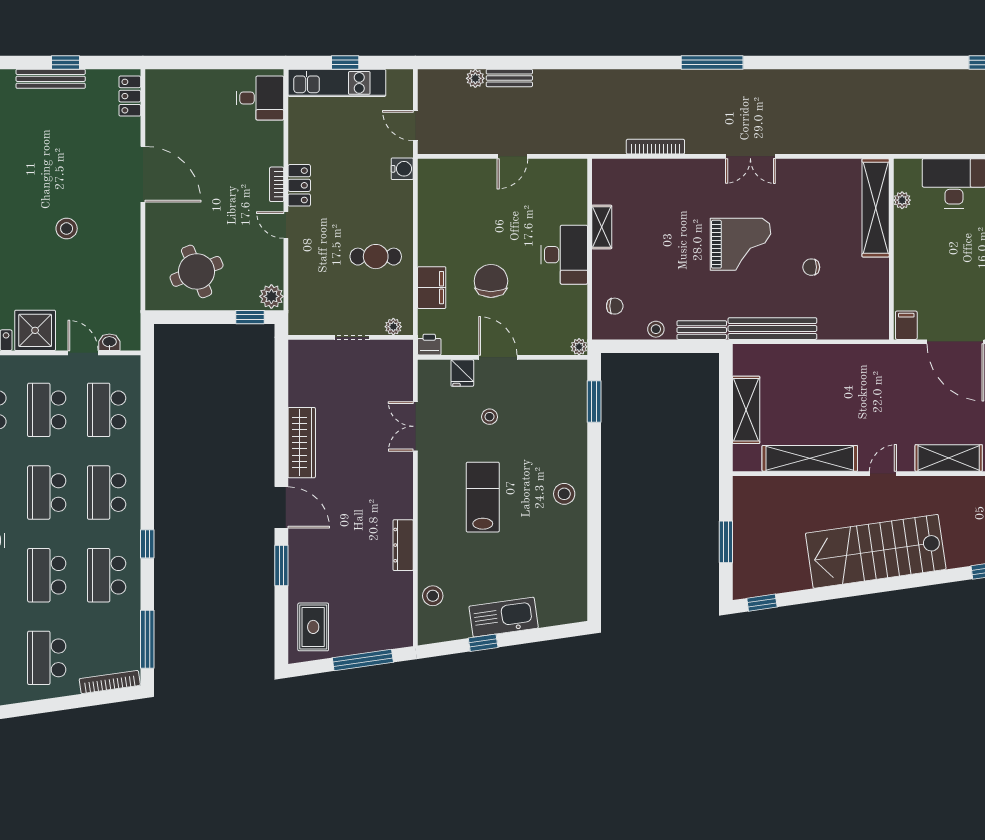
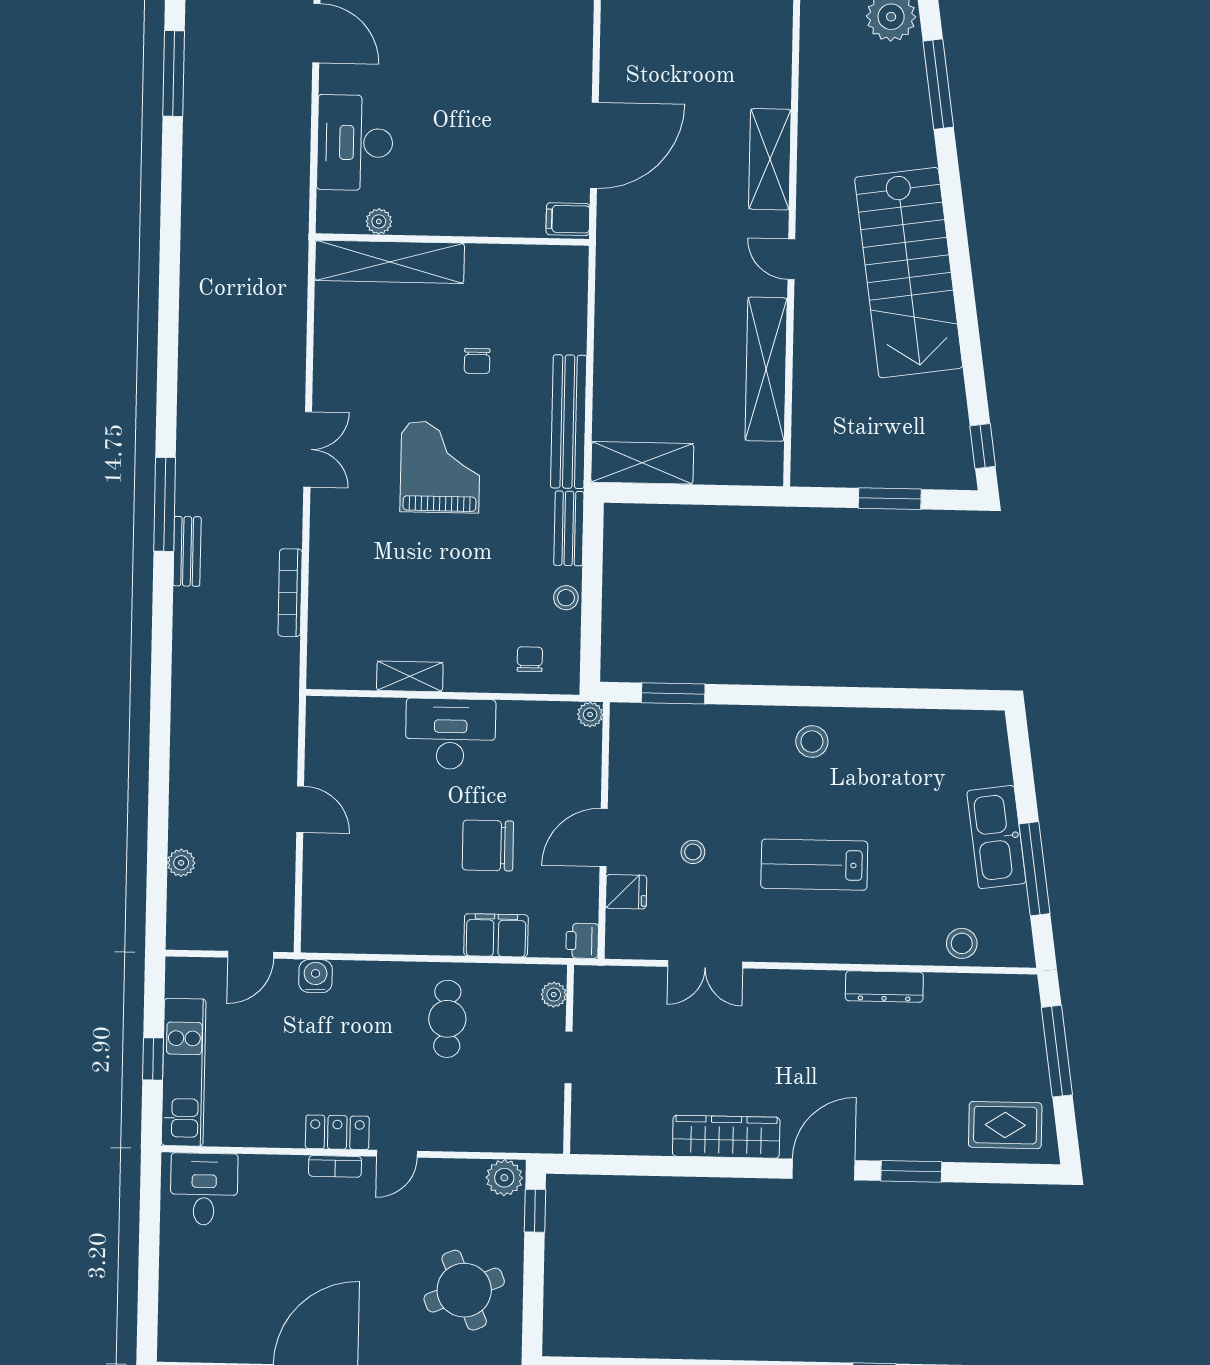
bench: (509, 78) -> (187, 551), moved
shelving: (746, 410) -> (642, 463), moved
window: (483, 643) -> (1034, 869), width x2.17

